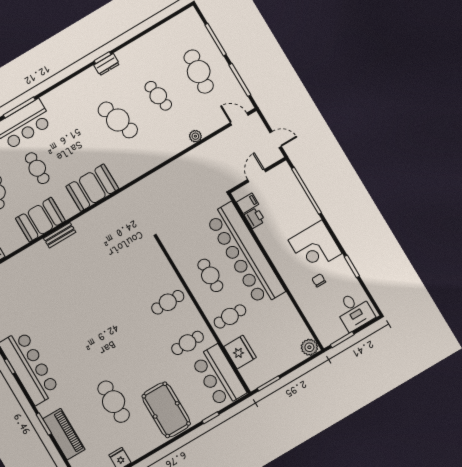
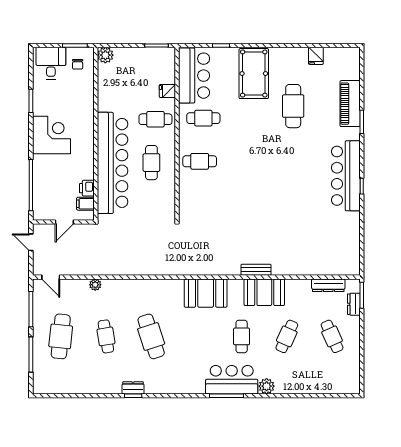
chair: (319, 280) -> (78, 64), moved
fridge: (240, 352) -> (167, 91), width x0.53, depth x0.75

